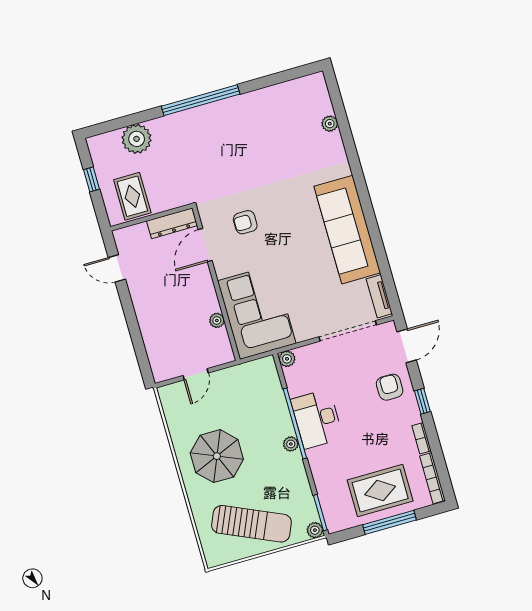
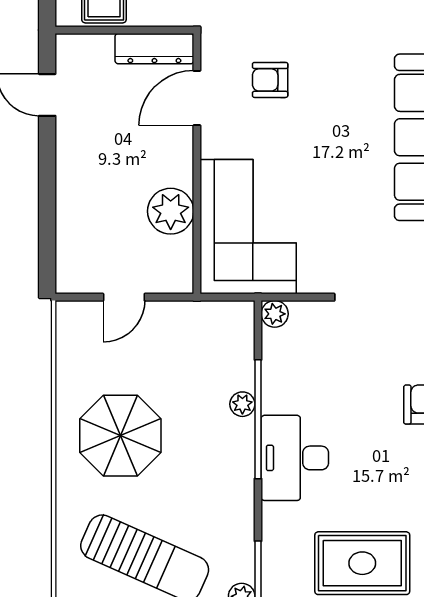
plant: (217, 320) -> (171, 211), width x1.88, depth x1.88
desk: (317, 419) -> (295, 458), moved
plant: (291, 444) -> (242, 404), moved

